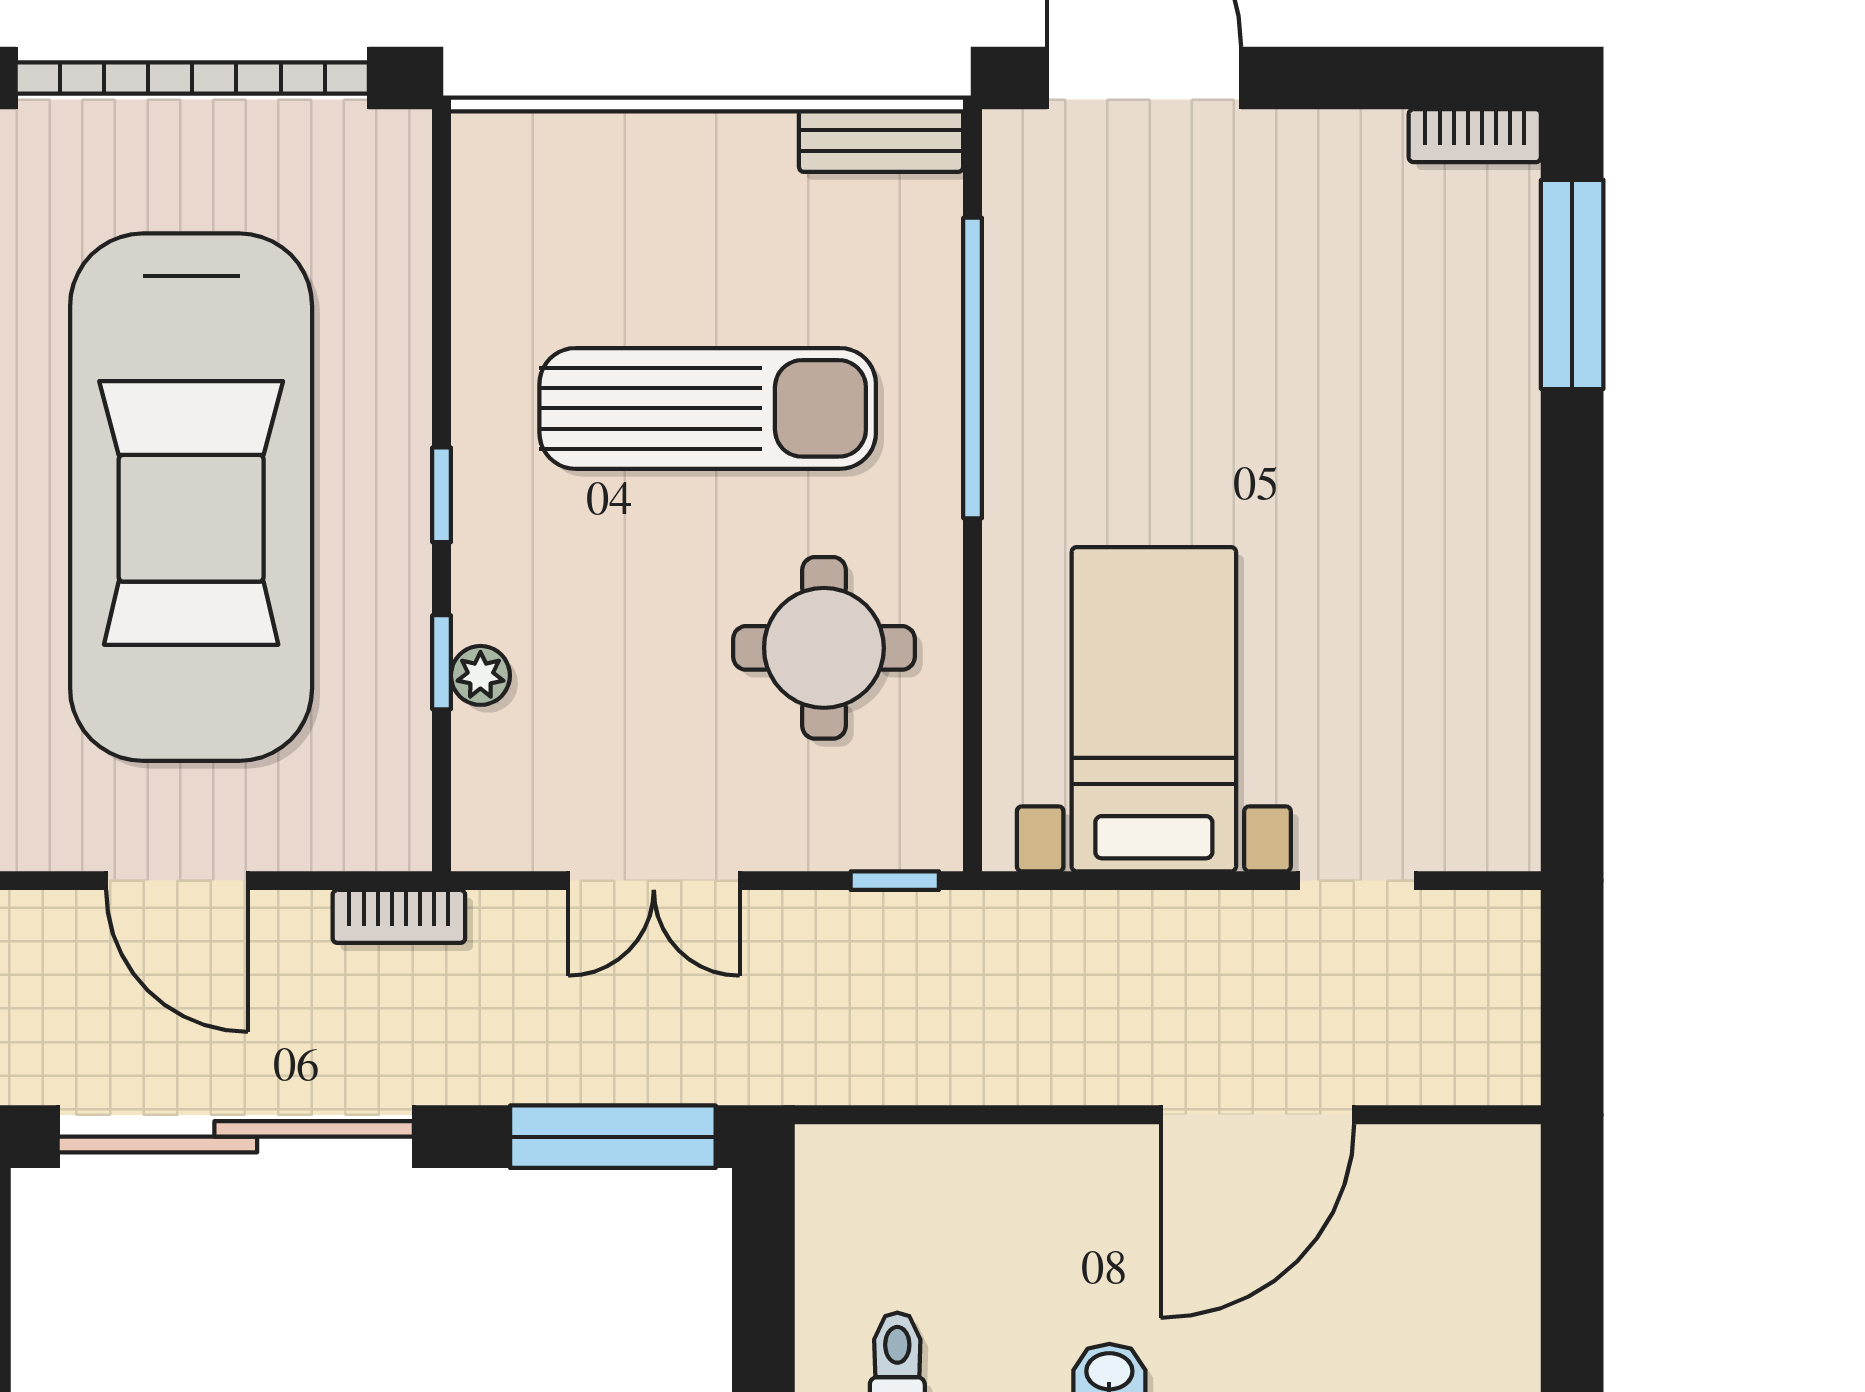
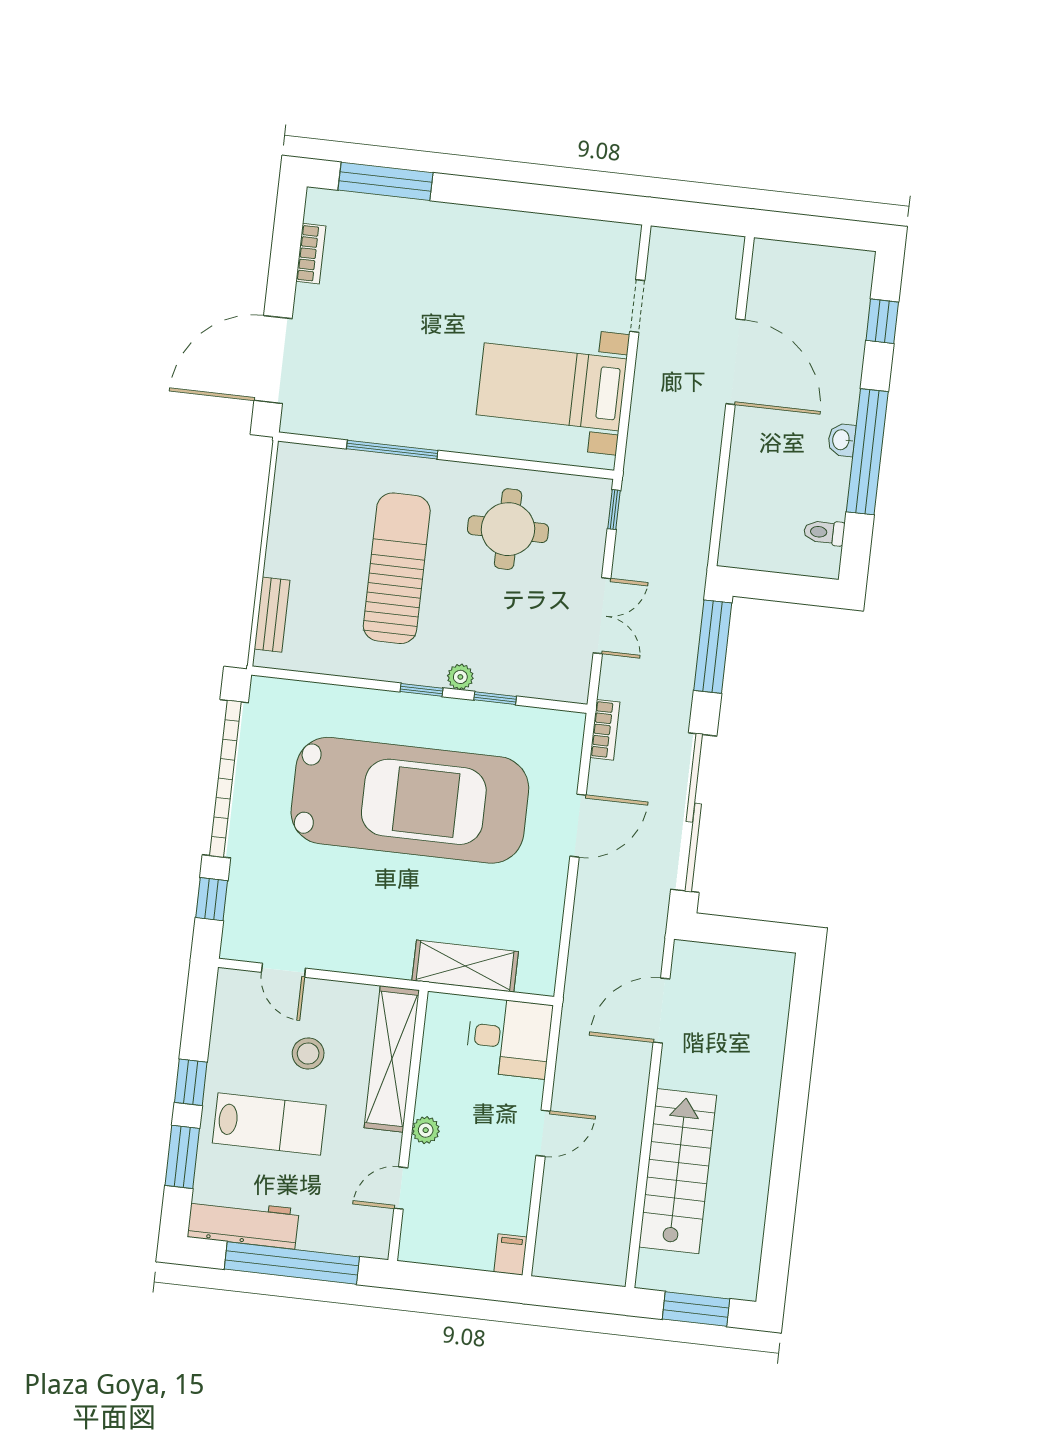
bookcase: (1475, 136) -> (311, 254), moved
bench: (881, 141) -> (272, 615), moved
window: (973, 368) -> (392, 450), width x0.68
plant: (480, 675) -> (460, 677), moved

